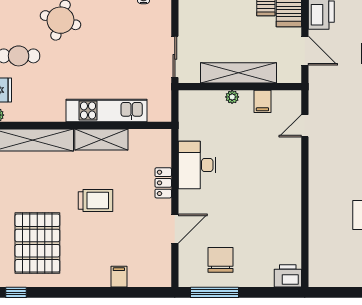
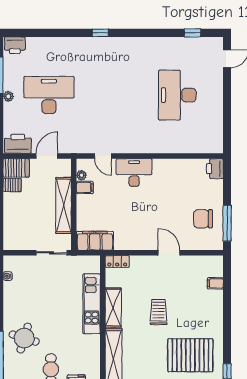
plant: (232, 97) -> (81, 175), moved
filing cabinet: (191, 115) -> (95, 241), added
desk: (197, 165) -> (134, 173), moved, turned 180
locker: (163, 183) -> (117, 261), moved
door: (175, 229) -> (169, 253), moved
filing cabinet: (119, 277) -> (215, 283), moved

